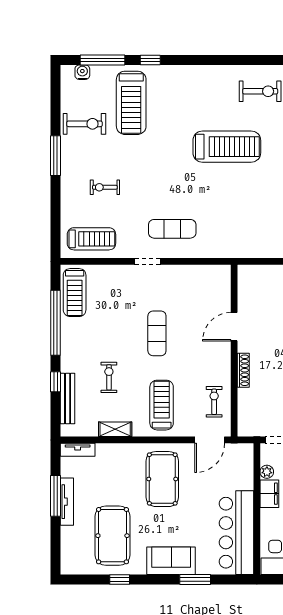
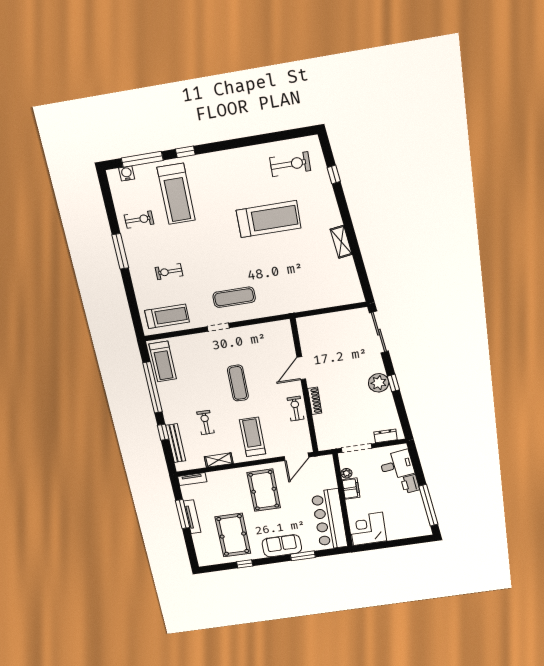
exercise bike: (85, 124) -> (139, 219), width x0.73, depth x0.72
exercise bike: (214, 402) -> (296, 409), moved

